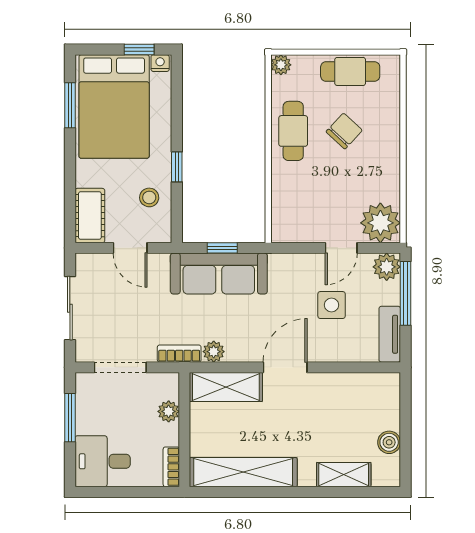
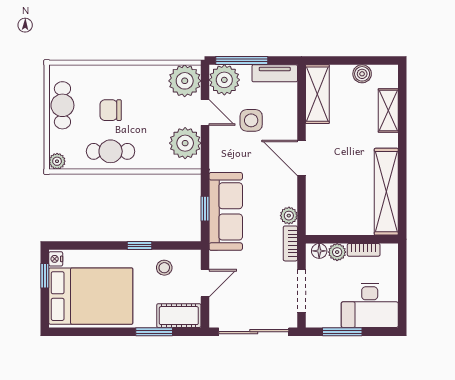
window: (70, 105) -> (154, 332), moved
chair: (344, 131) -> (111, 110), turned -43
plant: (303, 223) -> (185, 143), added
plant: (387, 267) -> (224, 80), width x1.36, depth x1.36
sliding door: (70, 308) -> (254, 332), width x1.37
shelving: (226, 387) -> (317, 94), moved
floor lamp: (170, 389) -> (319, 251), added
desk: (103, 461) -> (370, 305), width x1.37
bookcase: (171, 467) -> (364, 250), moved

